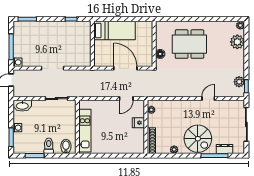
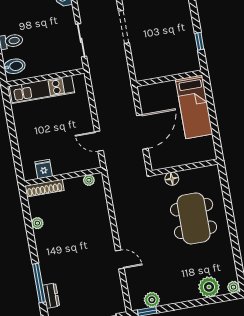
fridge: (138, 123) -> (44, 169), moved
spiral stairs: (198, 139) -> (59, 255), removed

